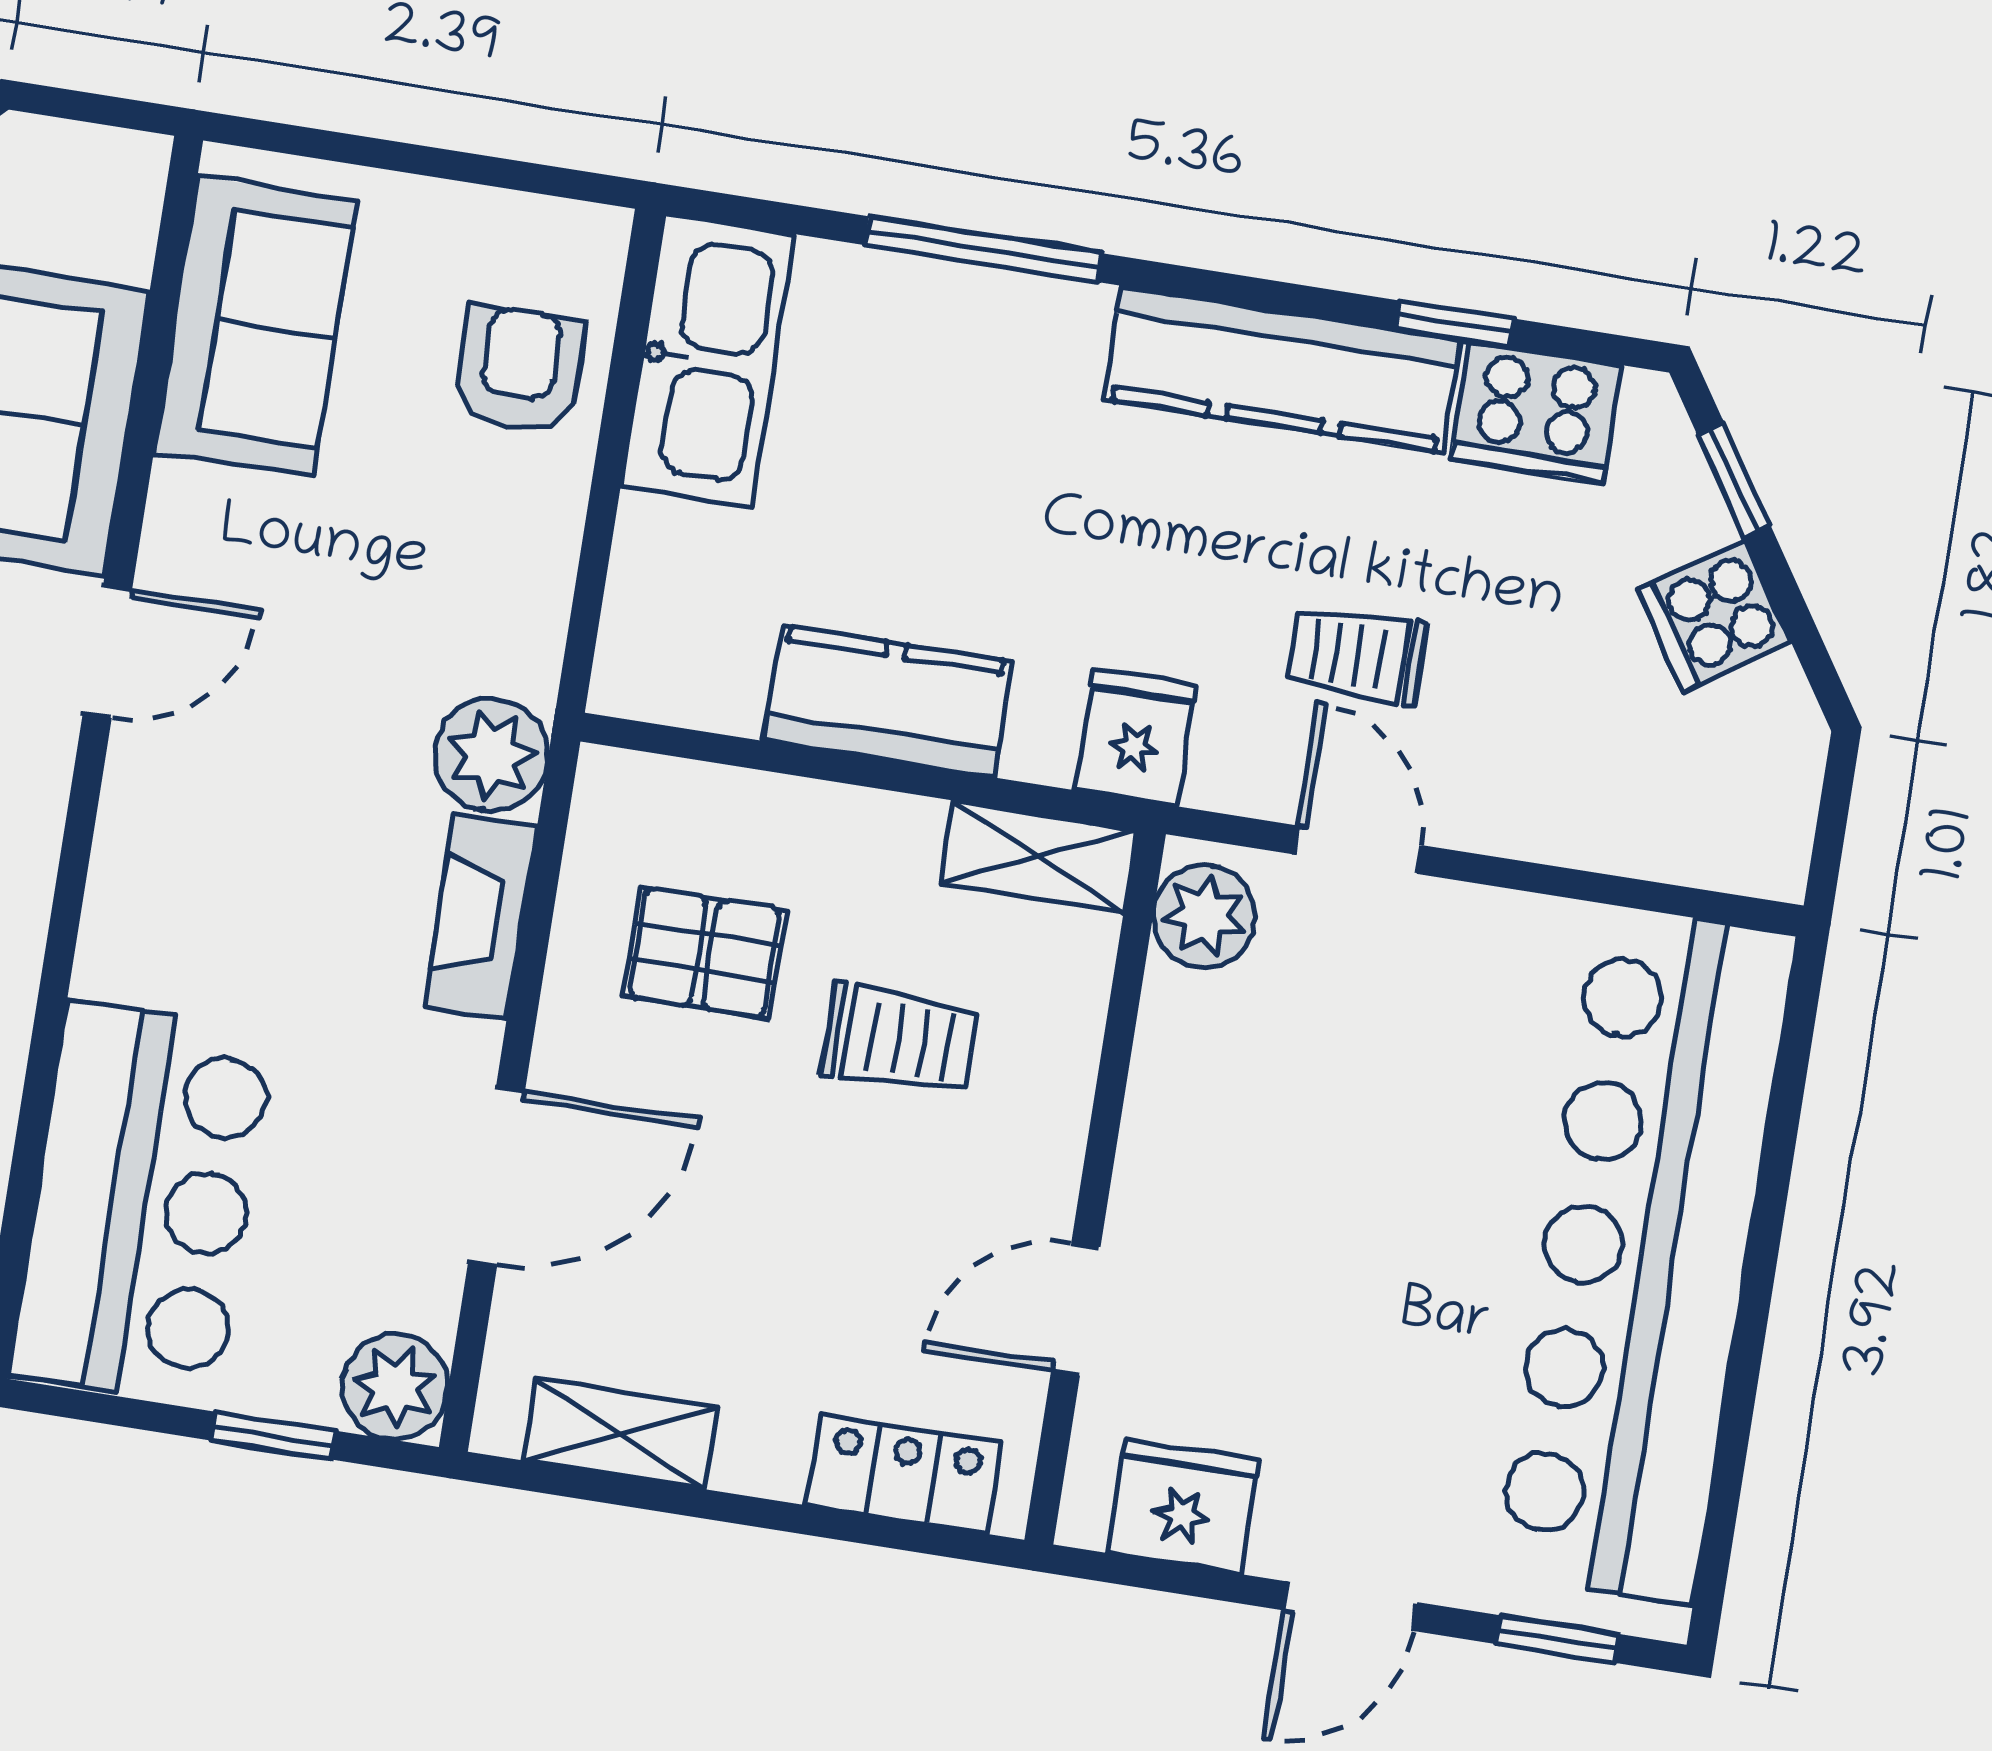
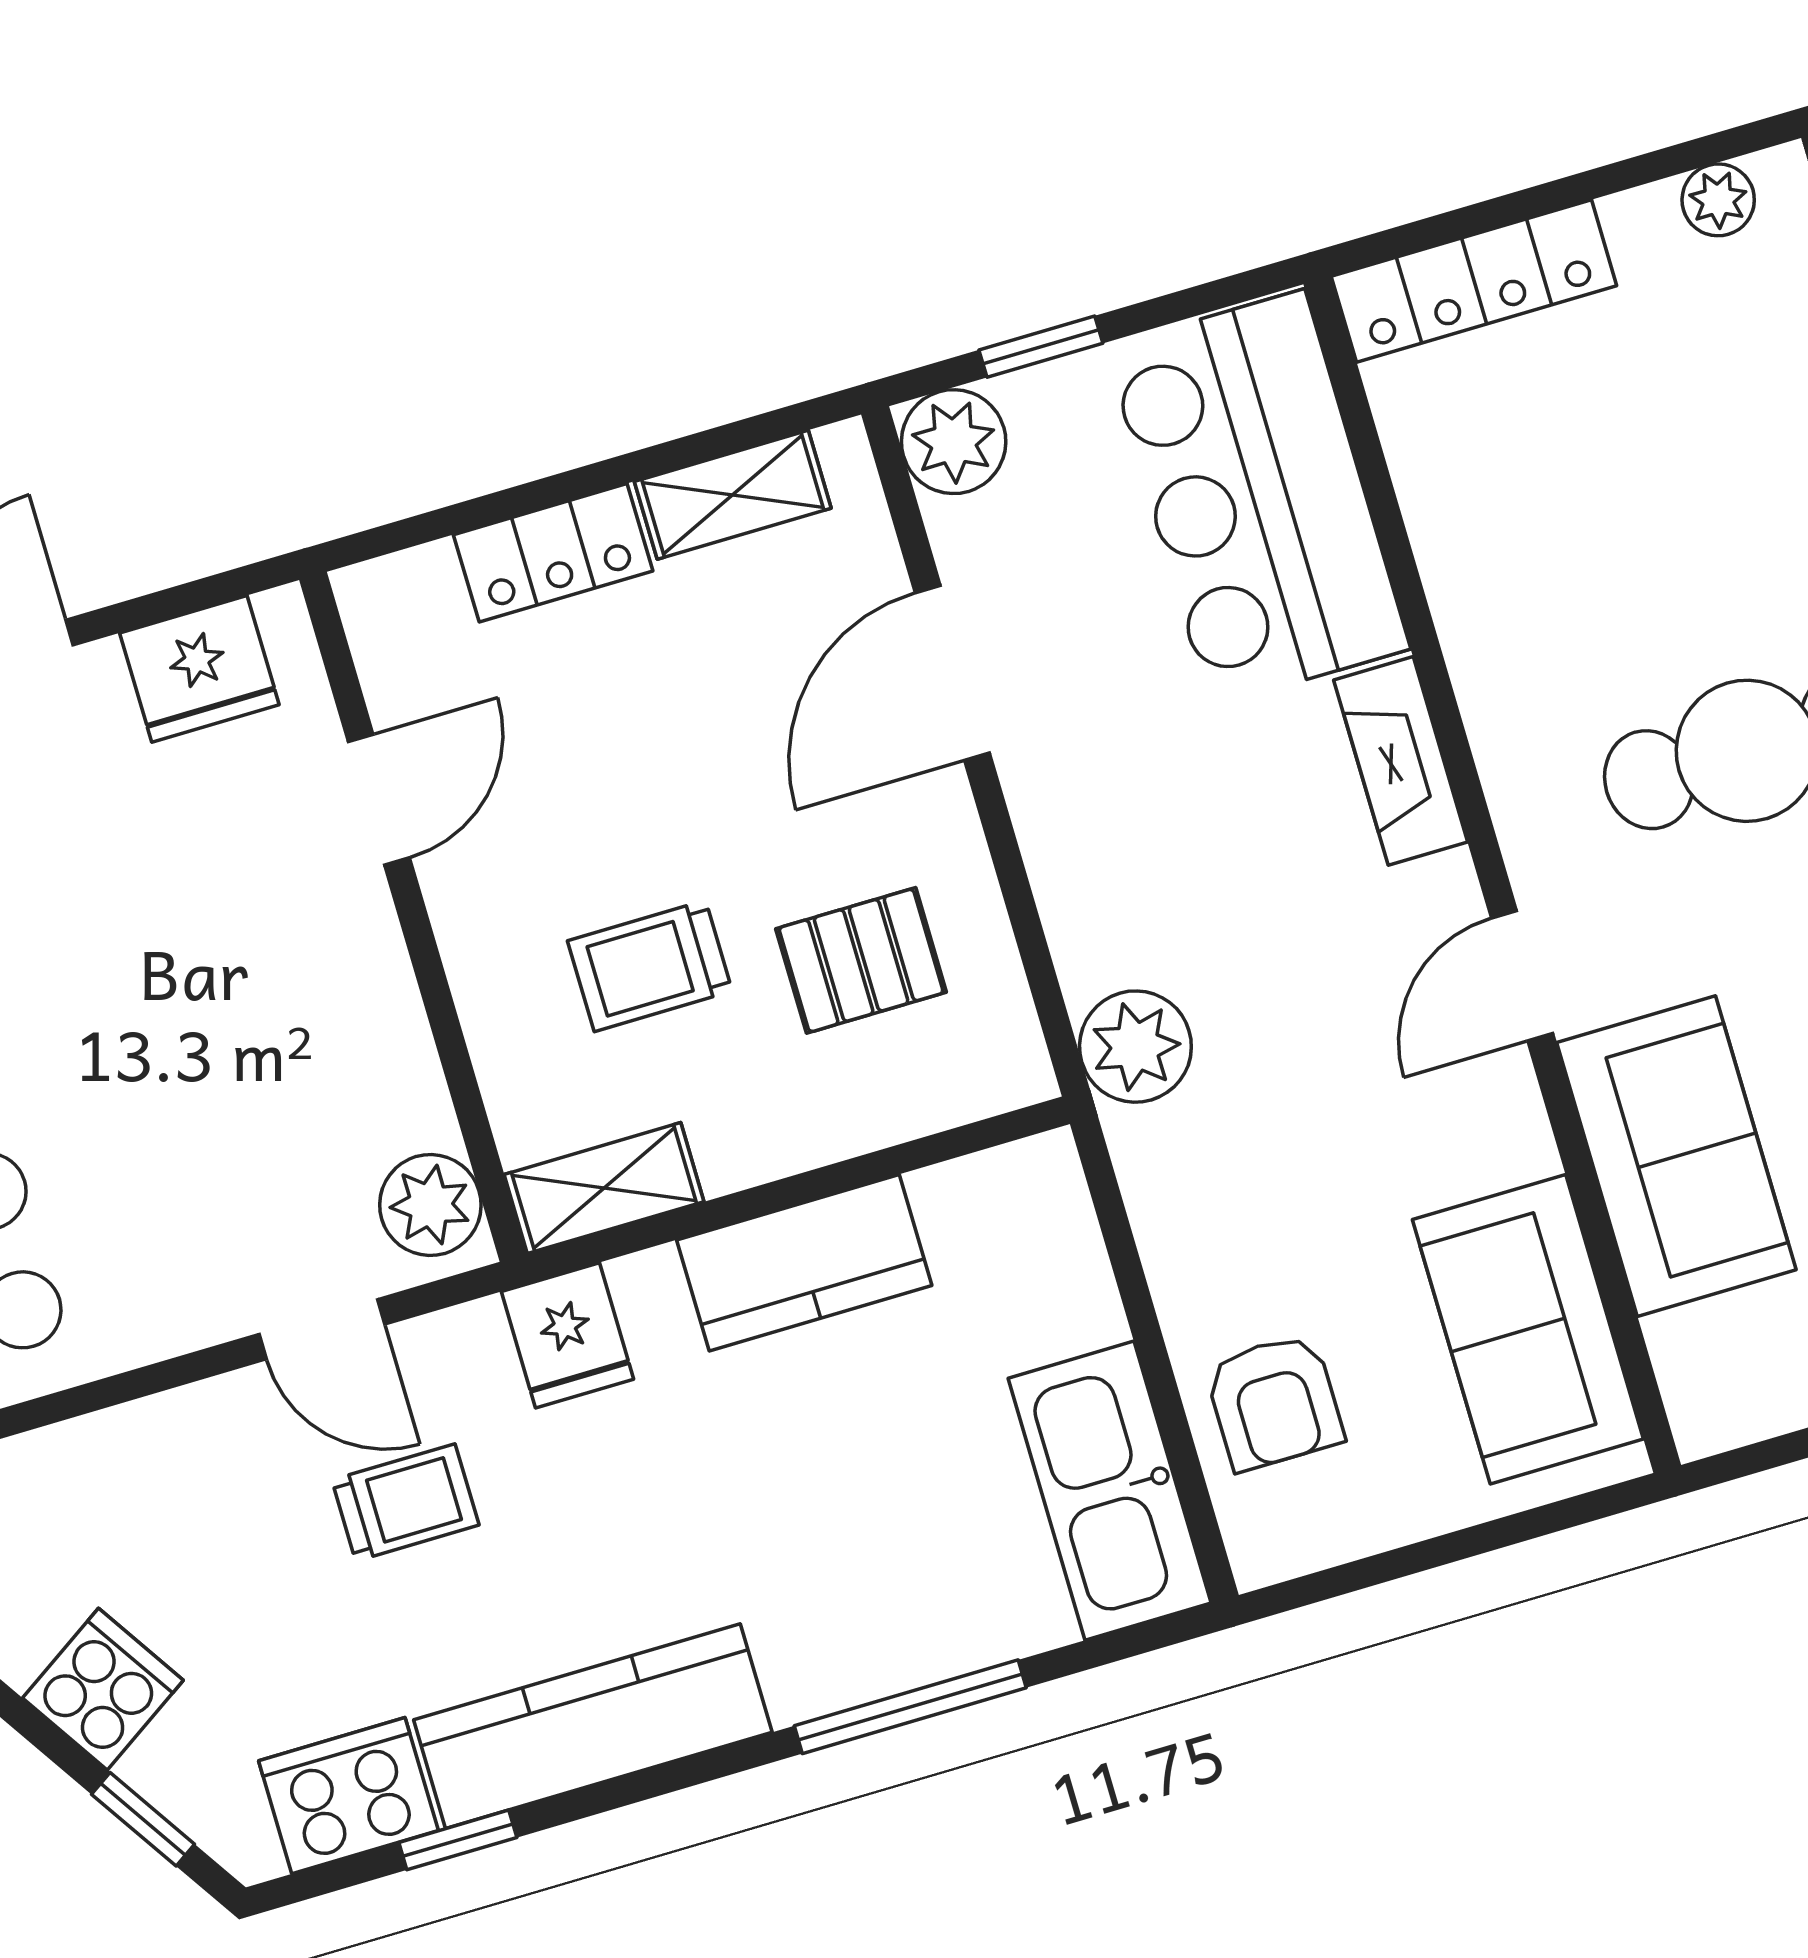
fireplace: (480, 917) -> (1401, 761), moved, turned 180
locker: (905, 1474) -> (553, 553), moved

